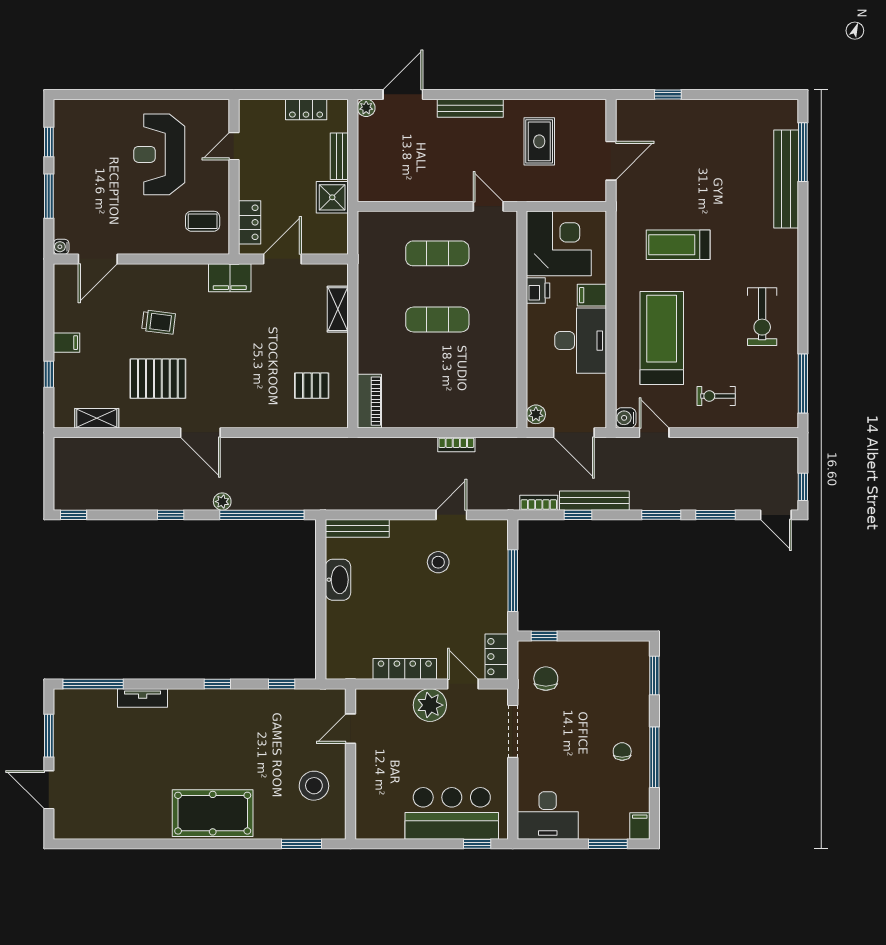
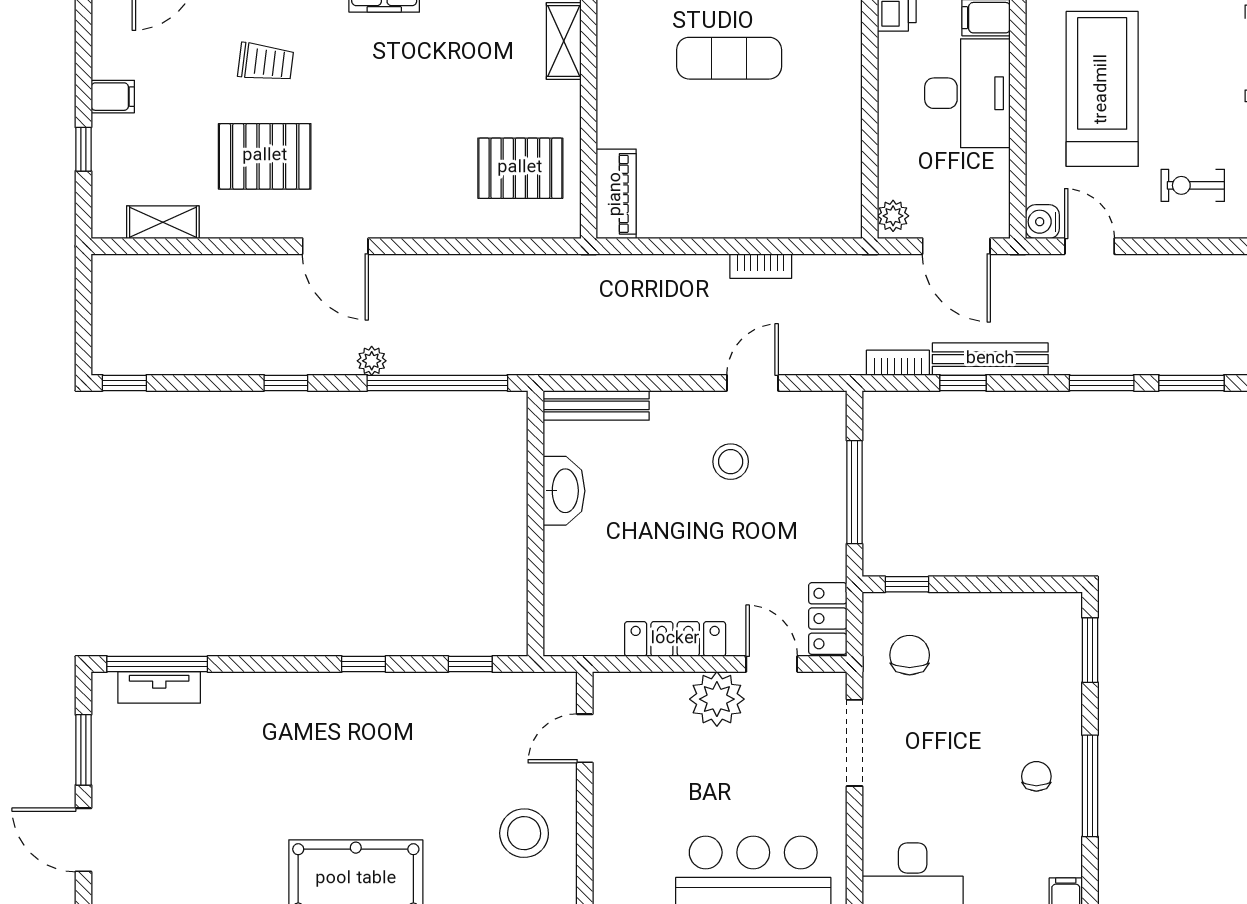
pallet: (312, 386) -> (520, 168), width x1.50, depth x1.42
tv unit: (143, 698) -> (159, 687), moved

